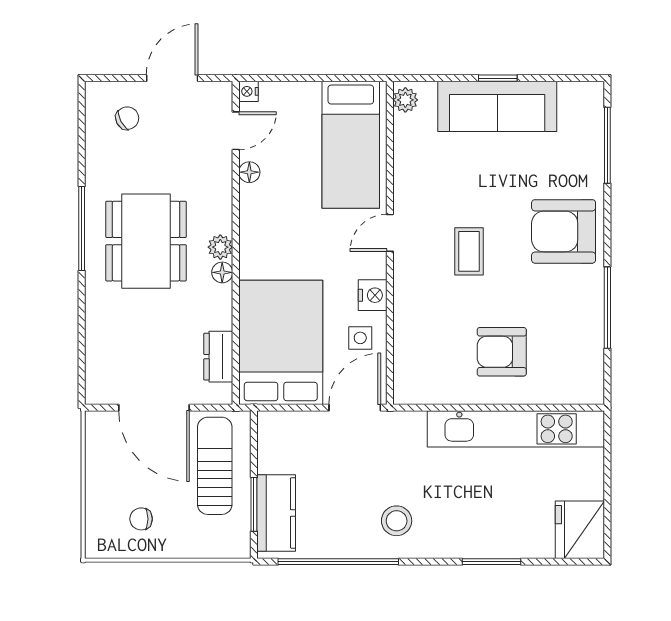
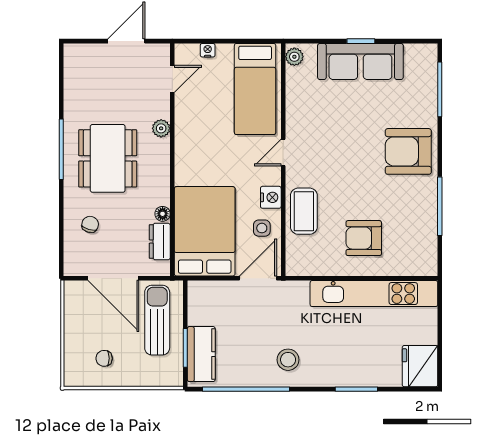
nightstand: (248, 91) -> (208, 50), moved, turned 90
chair: (127, 118) -> (90, 224), moved, turned -46
floor lamp: (249, 172) -> (182, 109), removed
plant: (220, 247) -> (161, 128), moved
coffee table: (469, 251) -> (304, 211), moved, width x1.36, depth x1.30
floor lamp: (222, 272) -> (163, 214), moved

